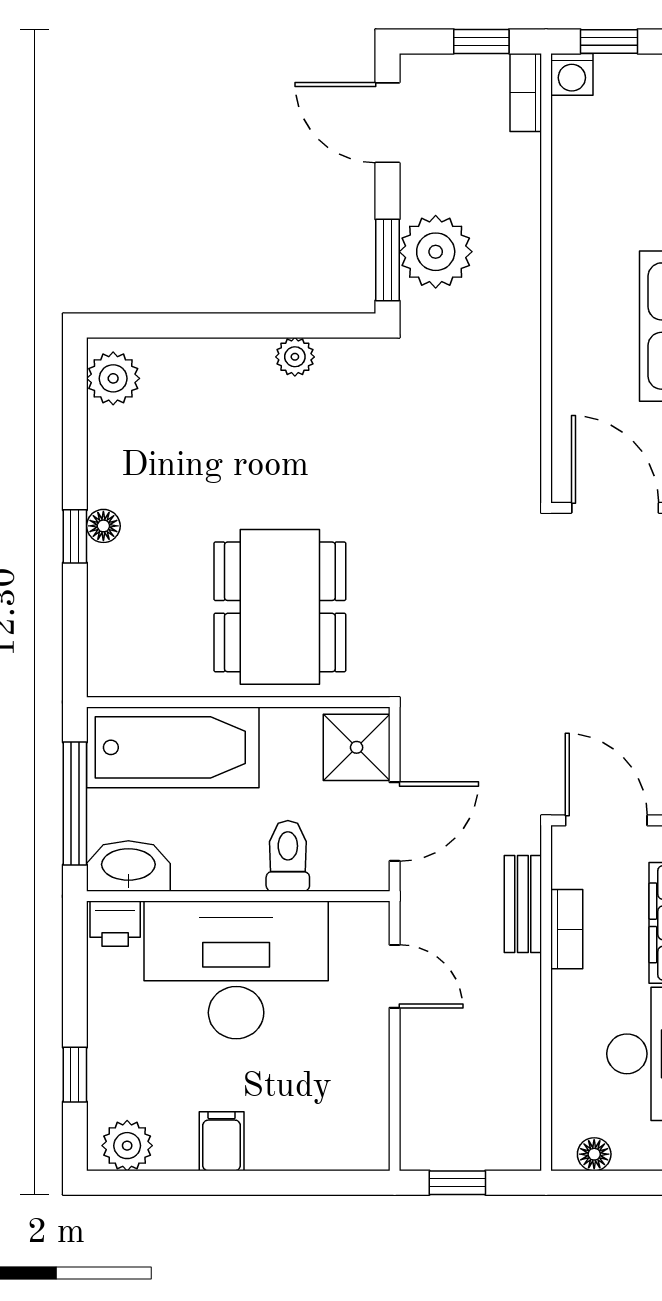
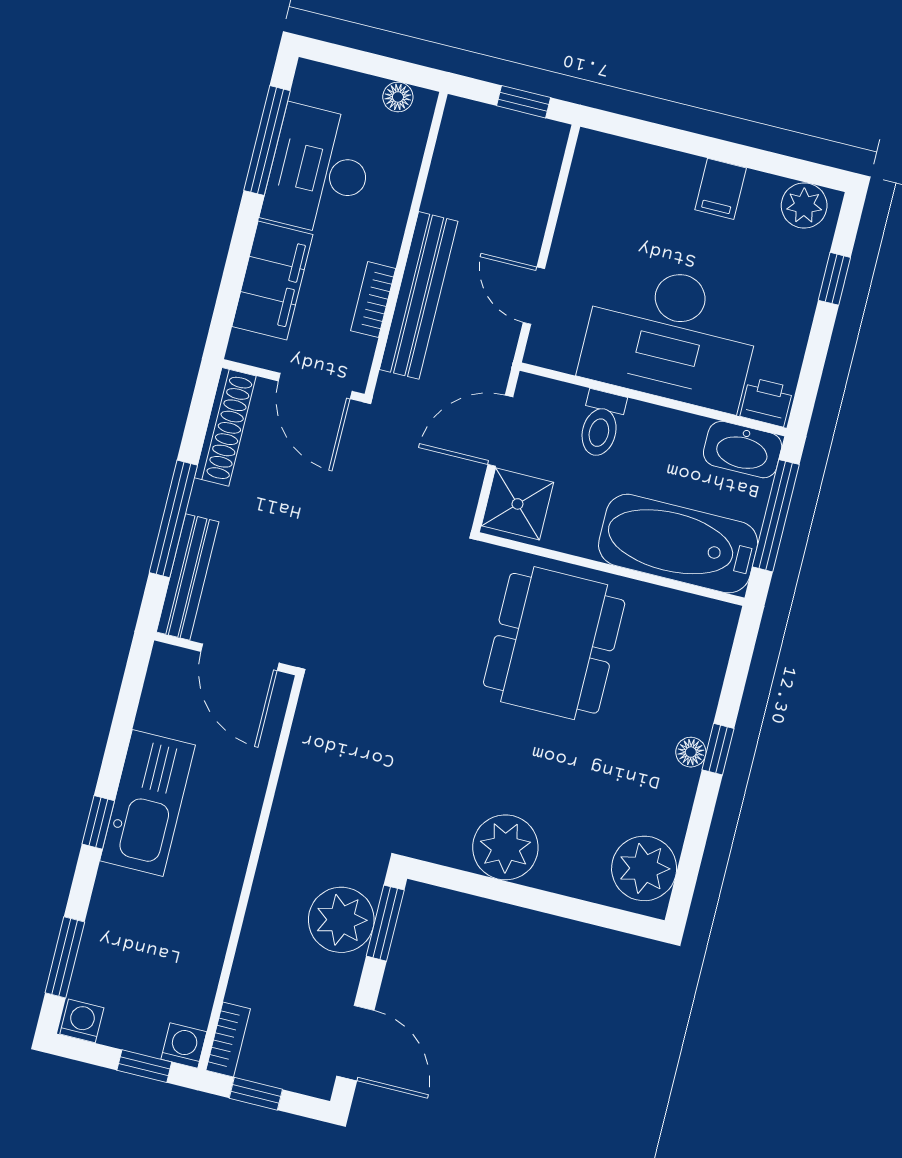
plant: (295, 357) -> (505, 847), width x1.87, depth x1.87
plant: (113, 378) -> (644, 868), width x1.36, depth x1.36
bench: (523, 904) -> (419, 295), width x1.86, depth x1.21

